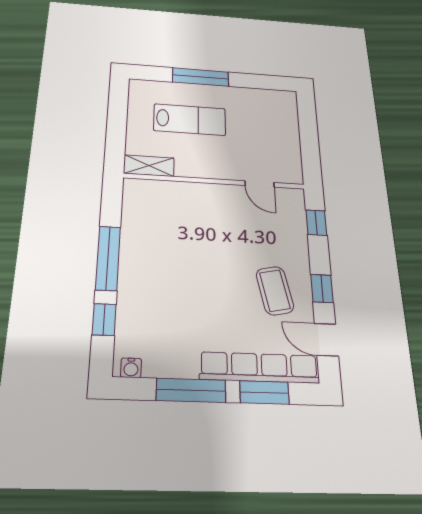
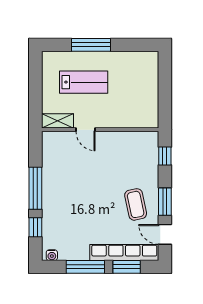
door: (260, 184) -> (86, 130), moved
window: (322, 288) -> (165, 202), width x1.50

